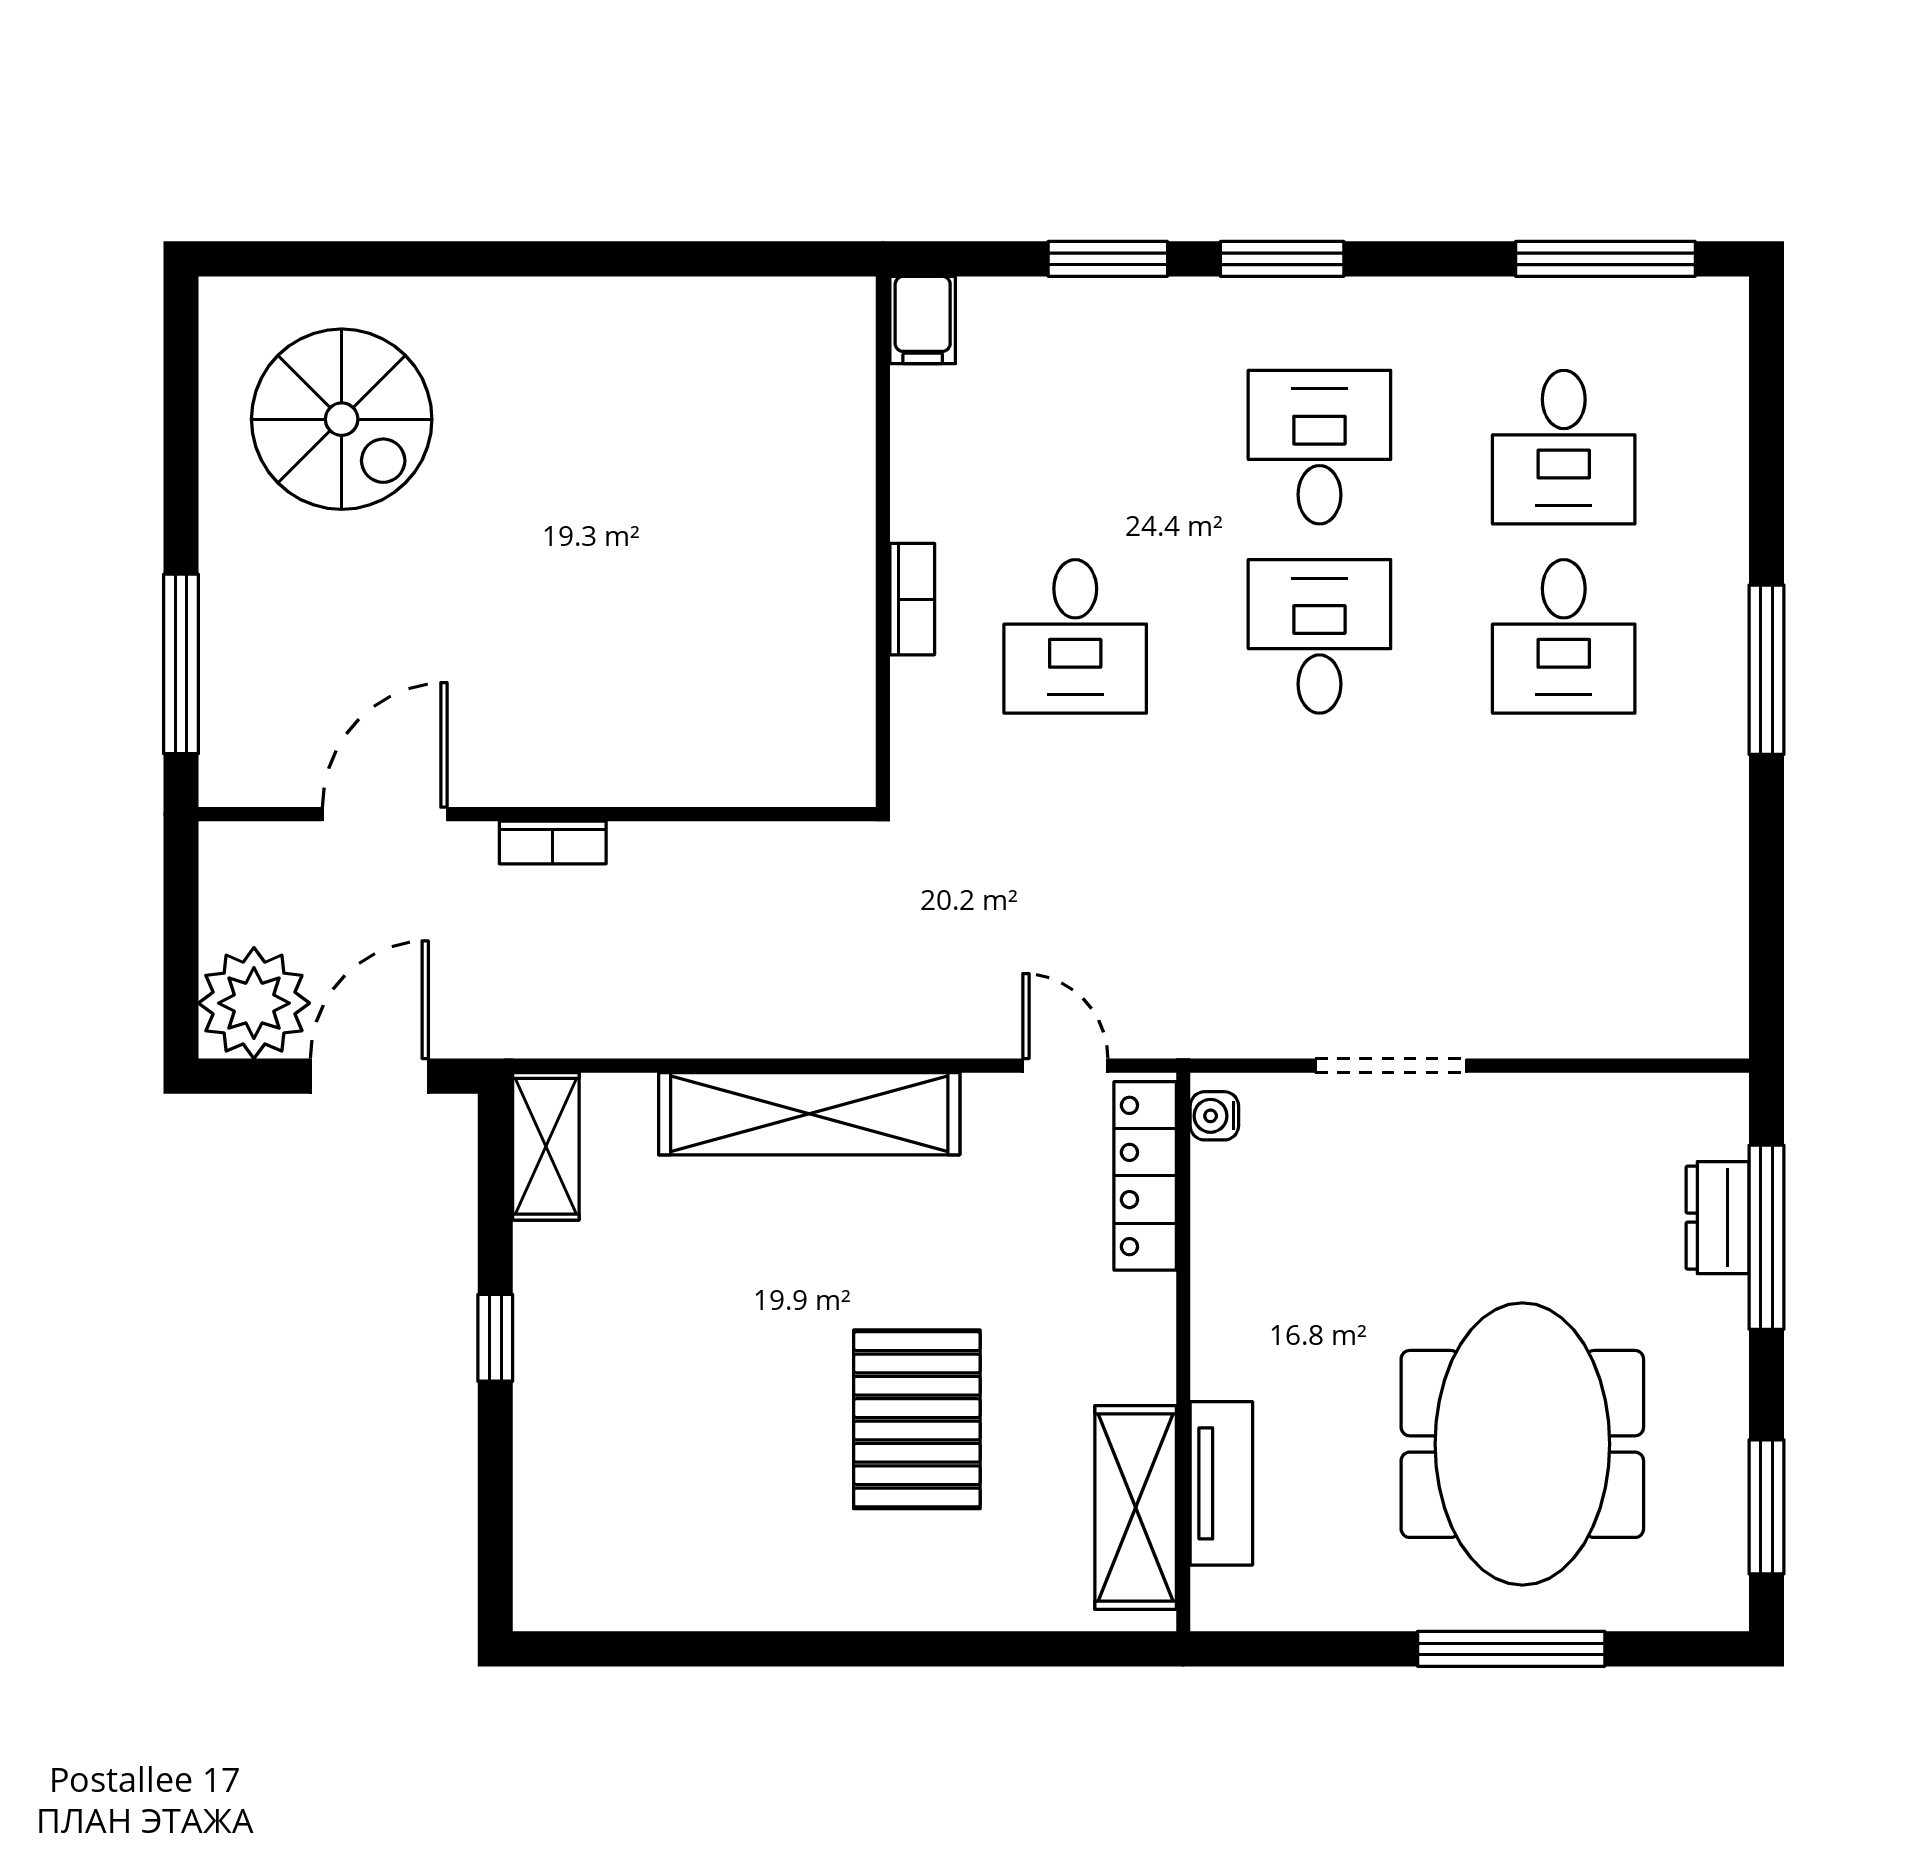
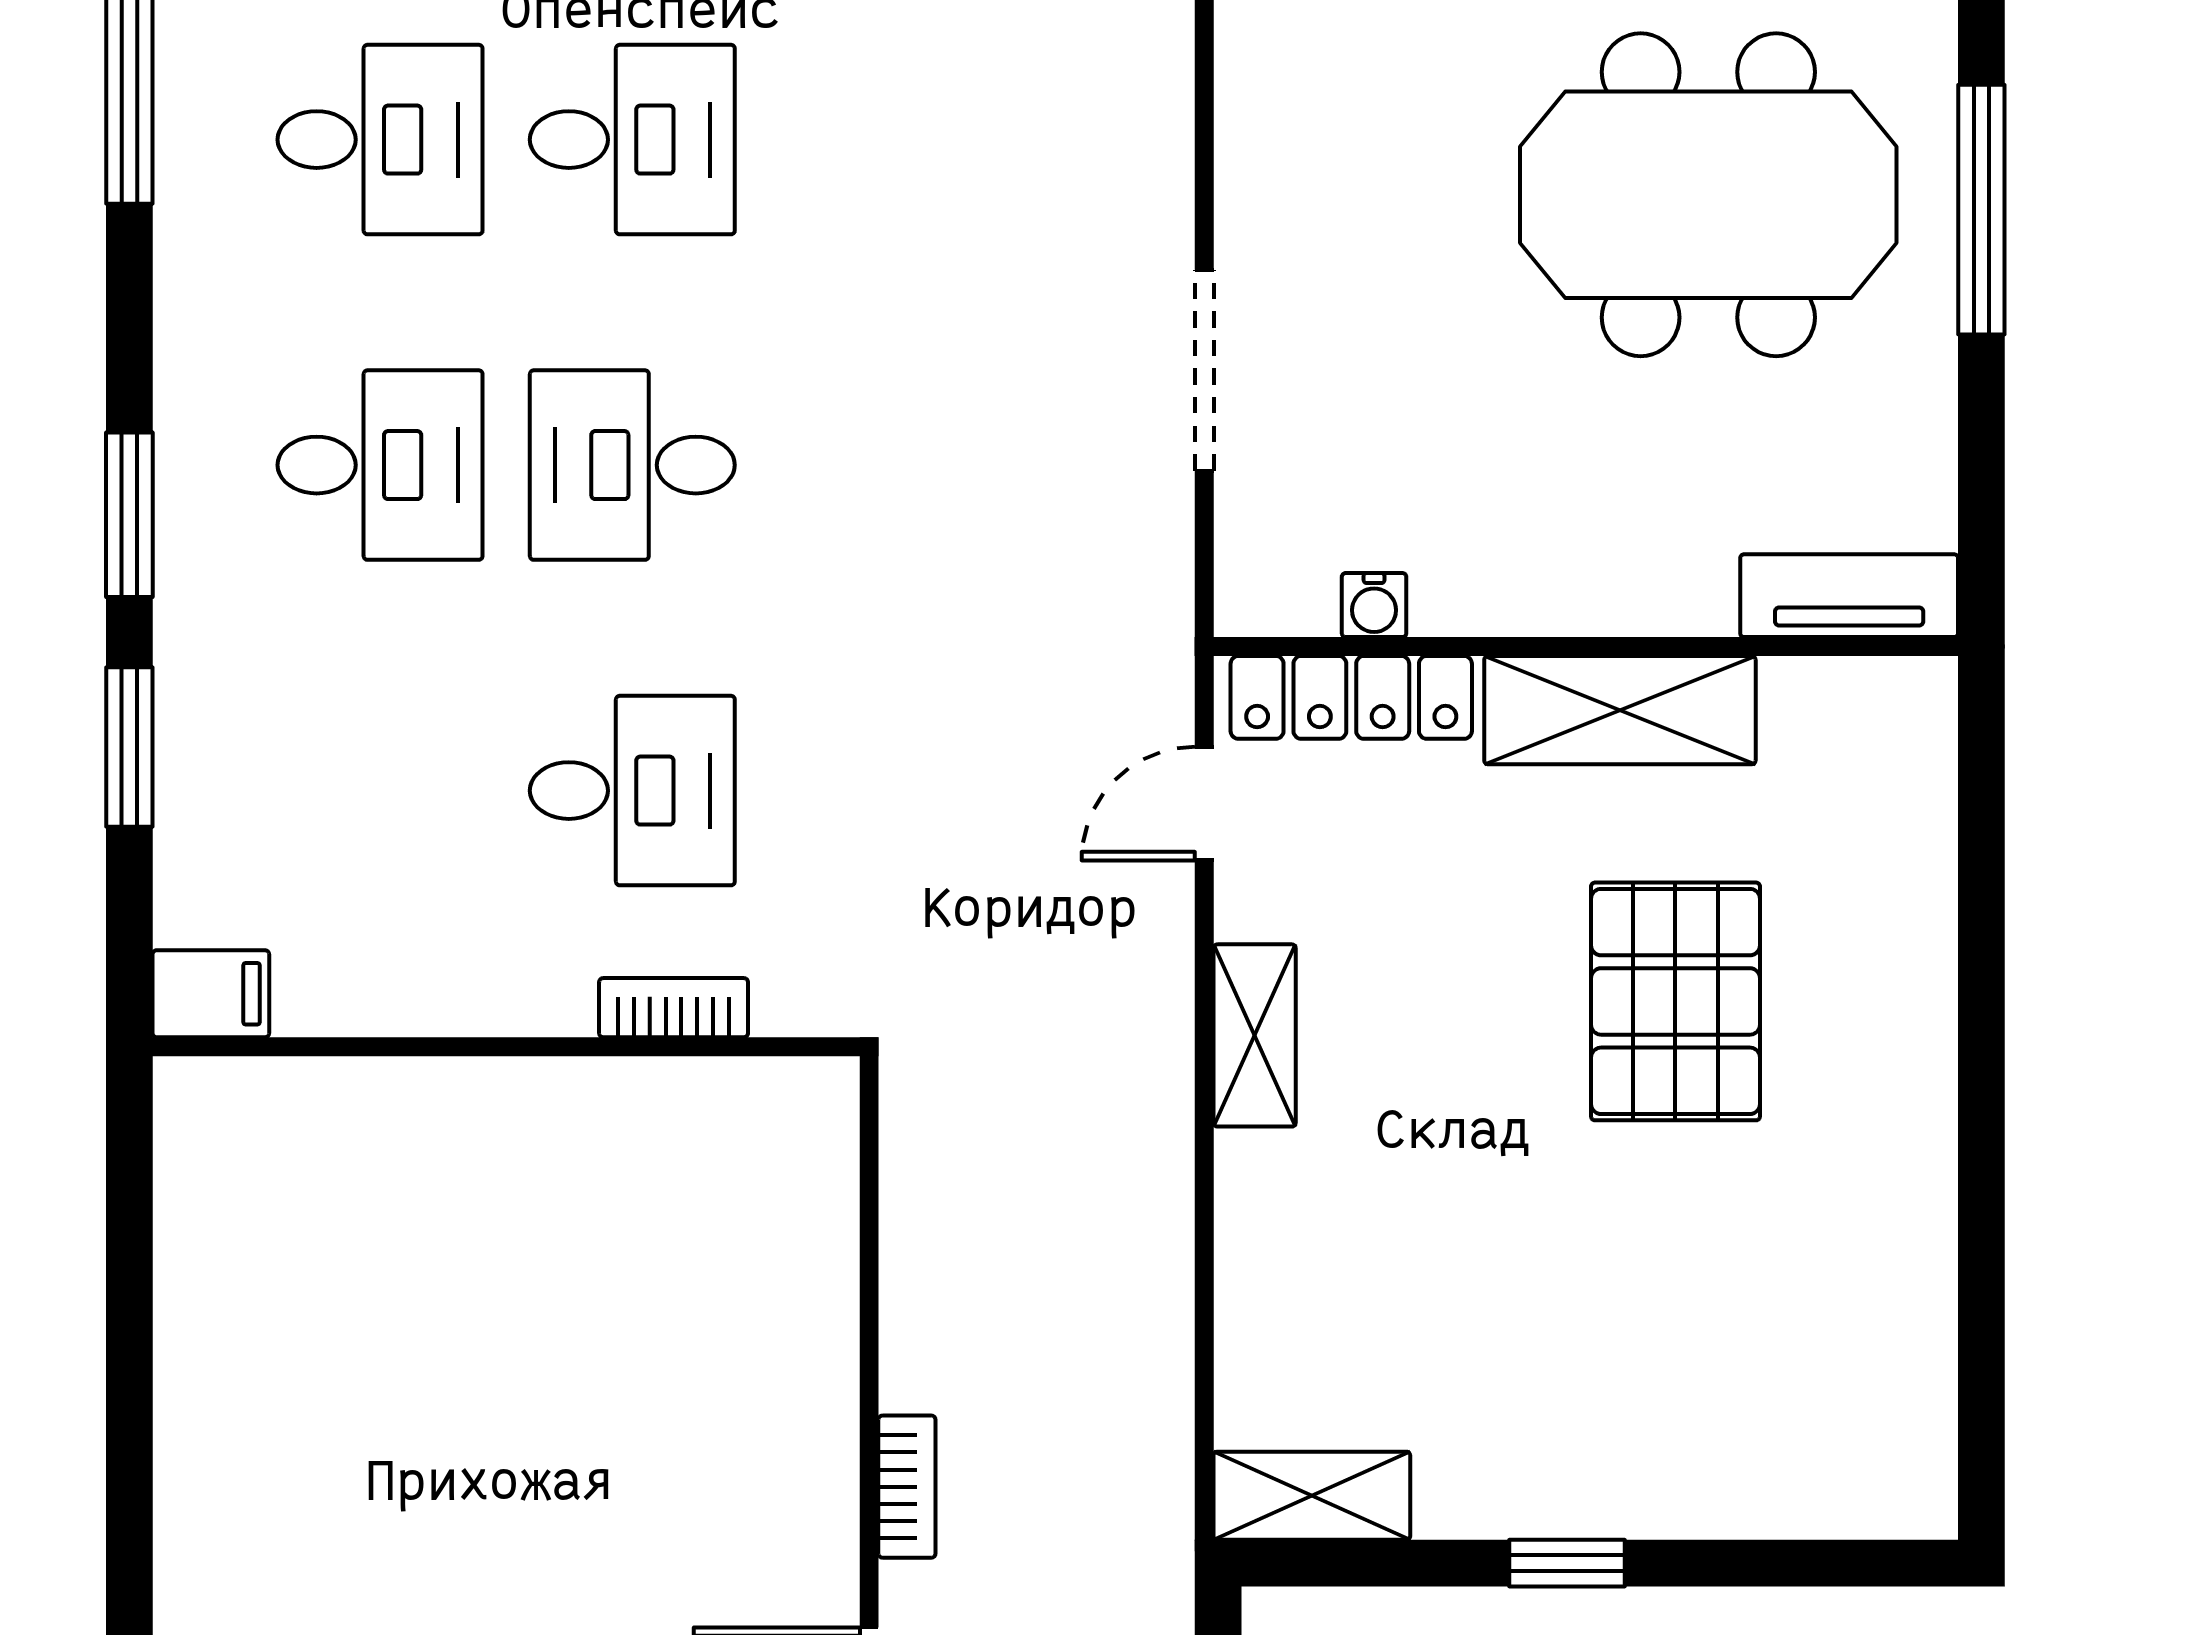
desk: (1319, 447) -> (380, 465), turned 180
bookcase: (912, 599) -> (674, 1008), moved
shelving: (809, 1114) -> (1255, 1035), width x0.45, depth x0.75
water cooler: (1214, 1116) -> (1374, 605), moved
pallet: (917, 1419) -> (1675, 1001), turned 90
tv unit: (1221, 1483) -> (1849, 596), moved
shelving: (1136, 1508) -> (1620, 710), moved

